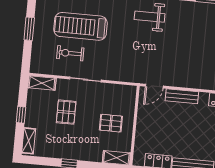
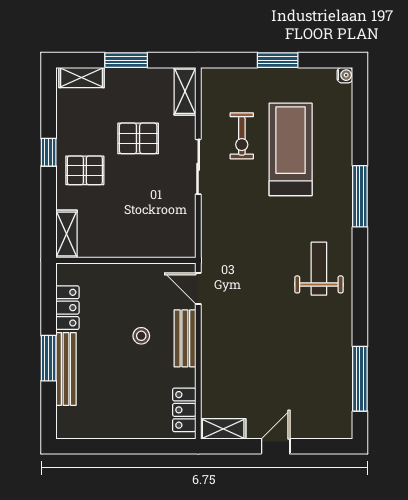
exercise bike: (70, 53) -> (242, 136), turned 180
window: (21, 115) -> (126, 60), width x1.50
stool: (178, 121) -> (141, 336), added
pallet: (111, 123) -> (85, 170), moved, turned 90

